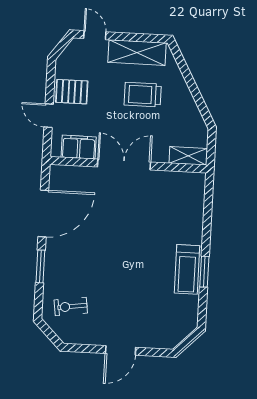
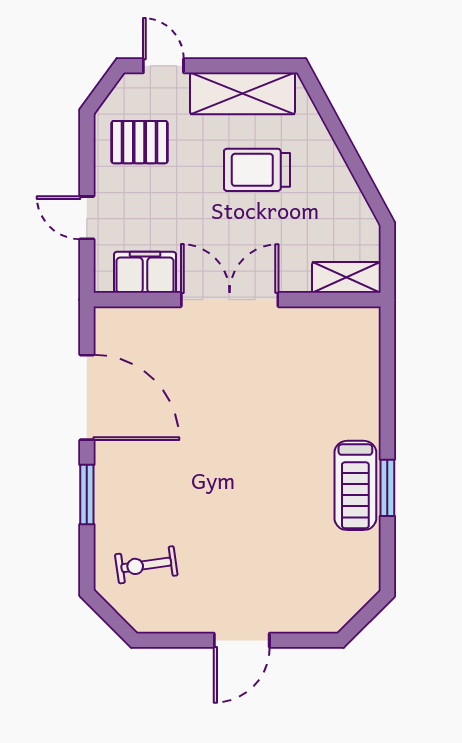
pallet: (72, 92) -> (139, 142), moved
door: (43, 213) -> (87, 397), hinge flipped

